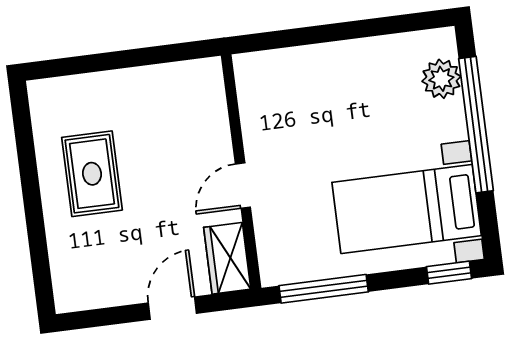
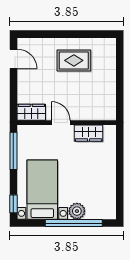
plant: (441, 79) -> (77, 211), moved
wardrobe: (259, 117) -> (89, 133), added
door: (172, 308) -> (13, 59), moved

